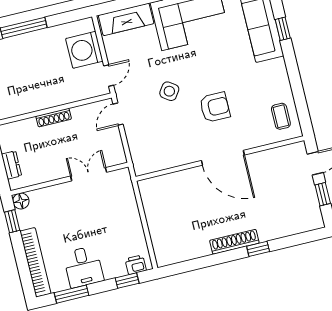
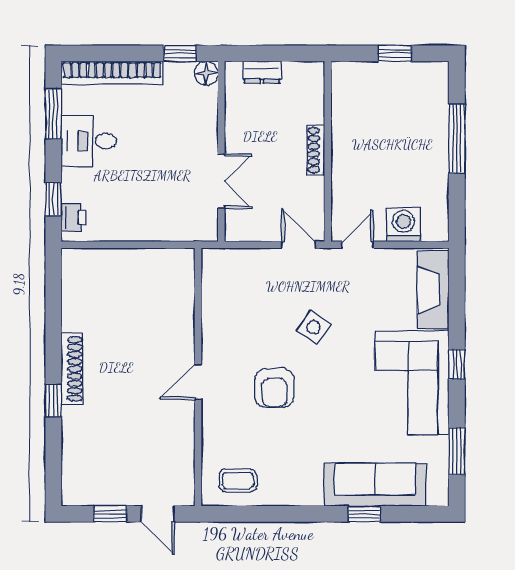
washing machine: (84, 50) -> (403, 225), width x0.73, depth x0.73
door: (109, 76) -> (358, 245), swing flipped
door: (223, 158) -> (198, 382), width x0.53

